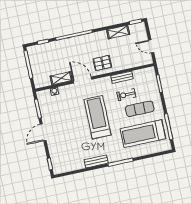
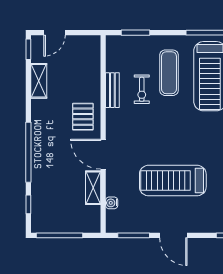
door: (151, 46) -> (54, 33), moved
door: (83, 80) -> (103, 154), hinge flipped
treadmill: (97, 117) -> (173, 181), moved

